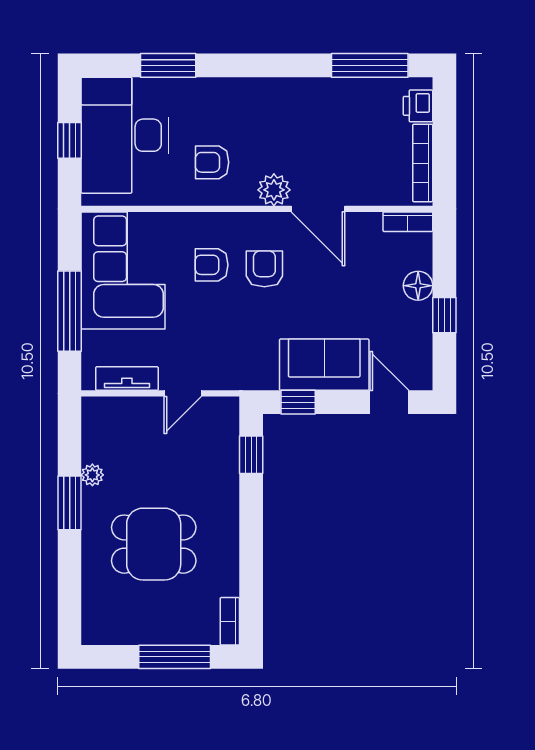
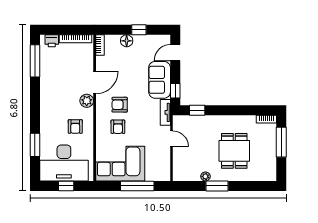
tv unit: (127, 379) -> (165, 112), moved

